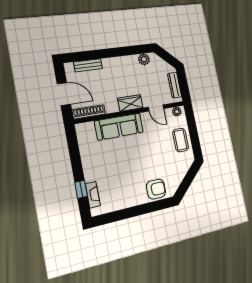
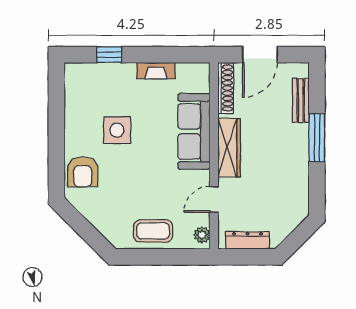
window: (109, 53) -> (317, 138), added
plant: (144, 59) -> (299, 195), removed
wardrobe: (130, 103) -> (229, 148), width x1.50
side table: (127, 174) -> (117, 130), added
fireplace: (93, 195) -> (156, 71), moved

